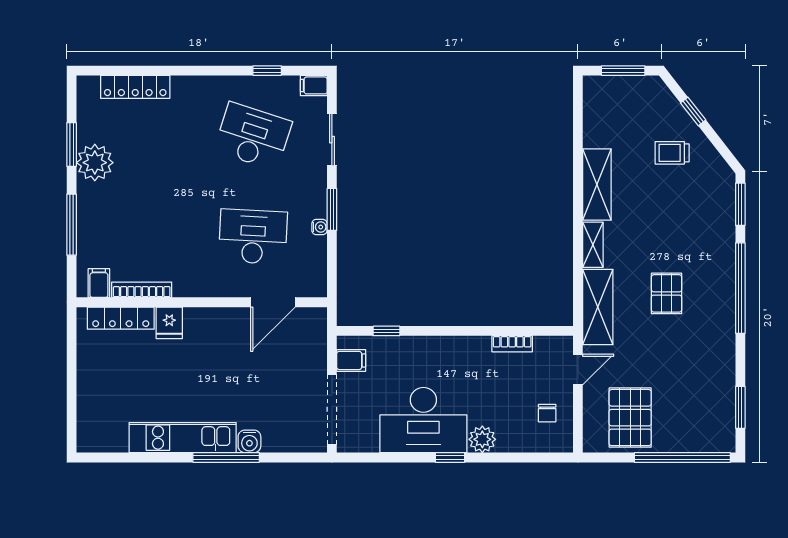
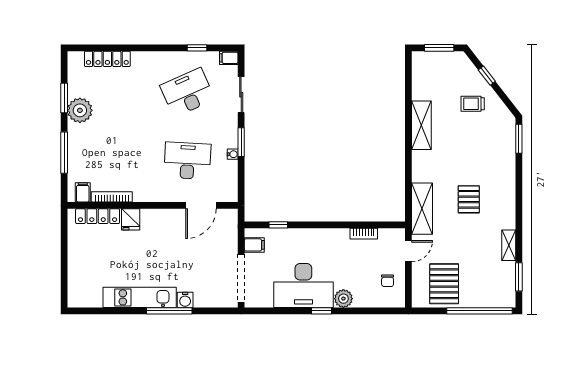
desk: (253, 136) -> (187, 92), turned -42
shelving: (593, 245) -> (509, 245), moved
window: (740, 288) -> (519, 196), removed

